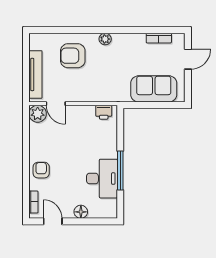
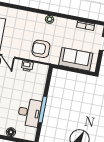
armchair: (73, 56) -> (41, 49), moved
printer: (104, 112) -> (27, 66), moved

